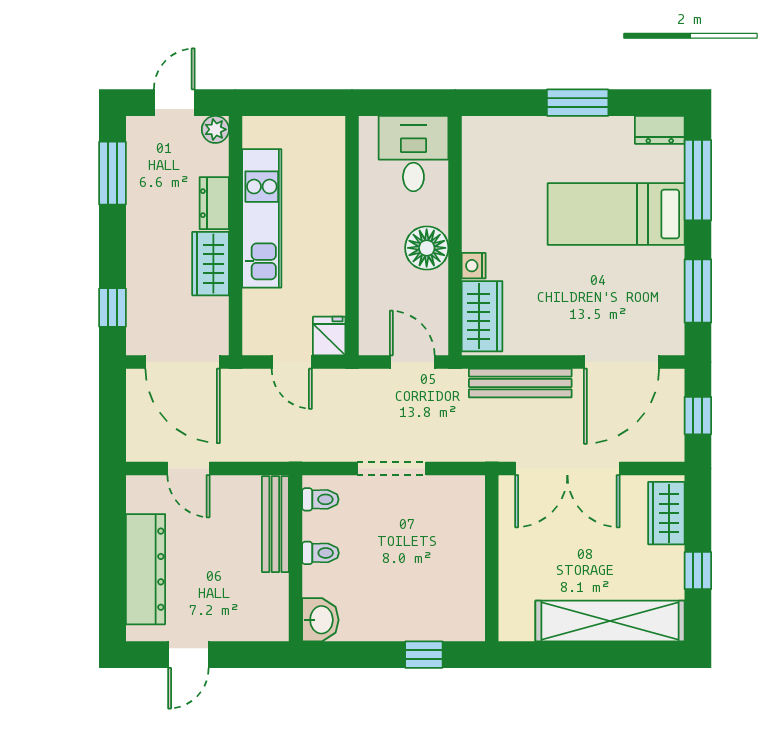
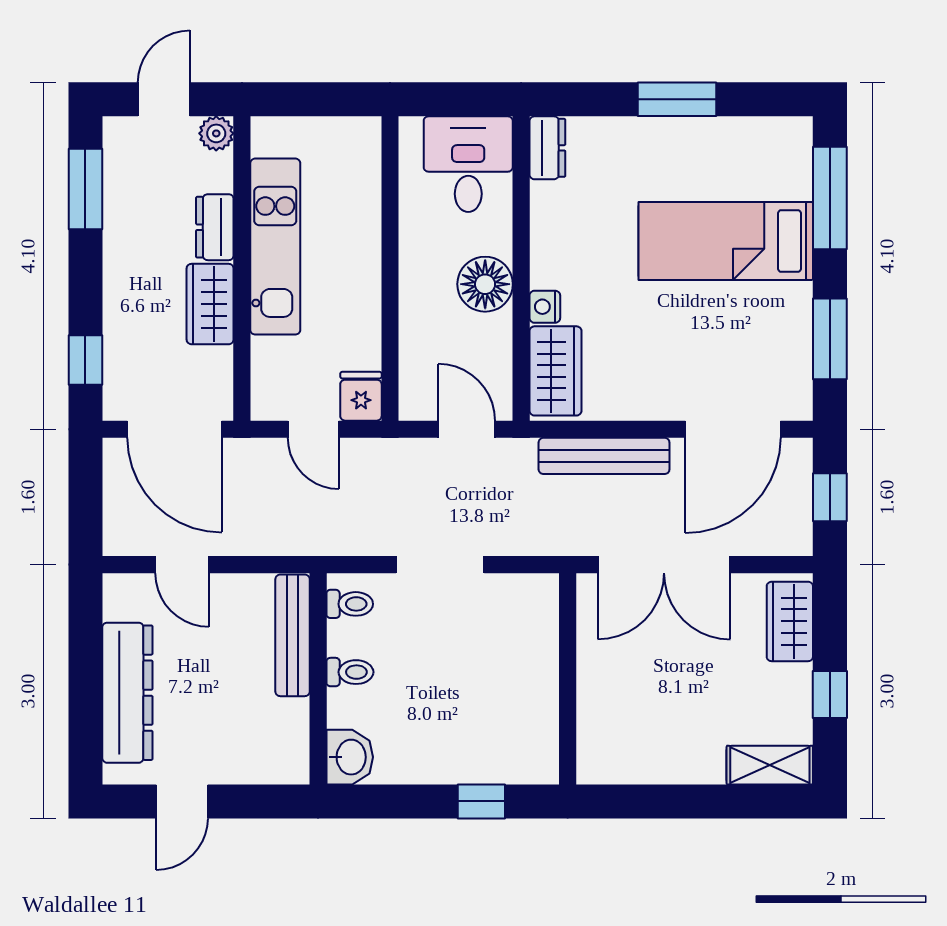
dresser: (660, 130) -> (547, 148), moved, turned -90
shelving: (610, 621) -> (770, 765), width x0.45, depth x0.75

